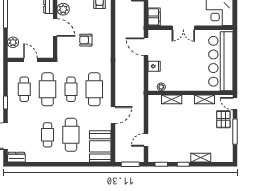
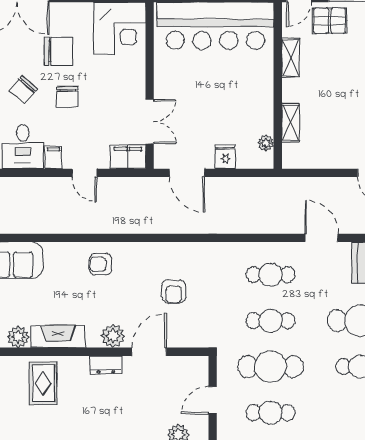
double door: (183, 28) -> (150, 122), moved
door: (146, 47) -> (187, 173), hinge flipped
cafe table: (94, 89) -> (270, 275), width x0.73, depth x0.74

